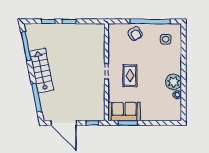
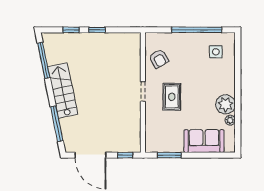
armchair: (135, 34) -> (159, 59), moved
sofa: (124, 112) -> (204, 141), moved

